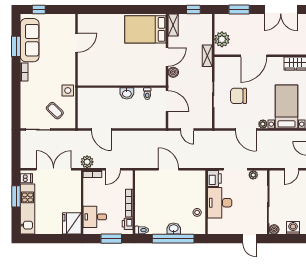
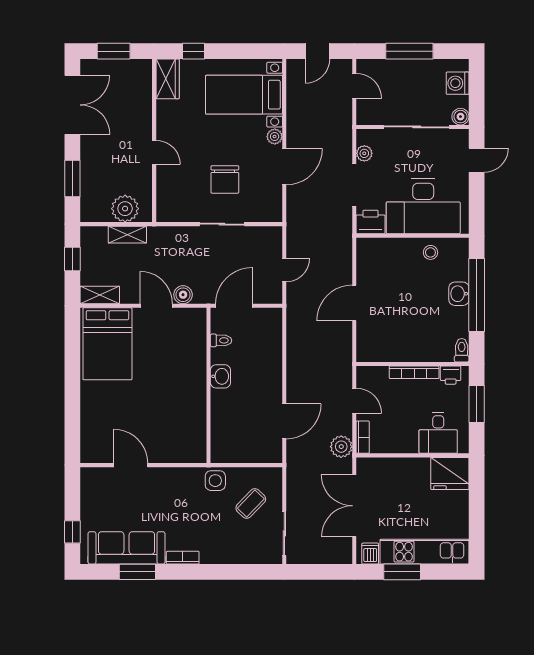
shelving: (207, 56) -> (127, 235), moved
door: (254, 56) -> (154, 152), width x0.53
desk: (220, 203) -> (423, 206), width x1.36, depth x1.30

